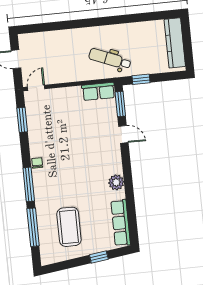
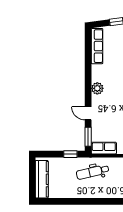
dental chair: (110, 59) -> (93, 172), turned 145
plant: (116, 182) -> (97, 88), moved

